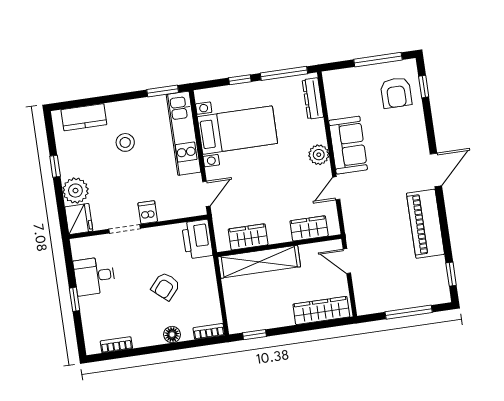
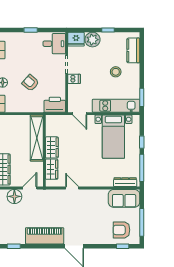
sofa: (348, 145) -> (124, 198), moved
plant: (319, 155) -> (93, 181), removed
wardrobe: (248, 237) -> (52, 147), moved
desk: (94, 276) -> (54, 44), moved, turned 90
floor lamp: (365, 286) -> (14, 196), added

